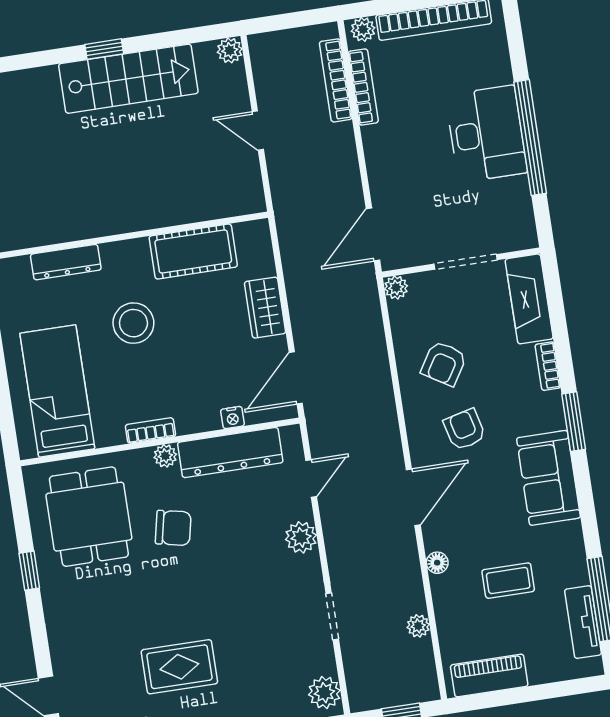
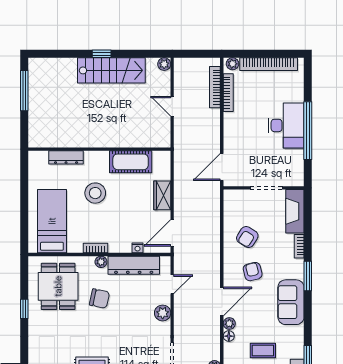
plant: (396, 287) -> (229, 323), moved

